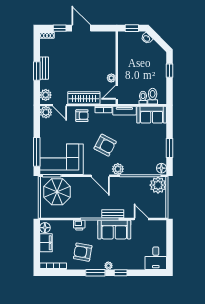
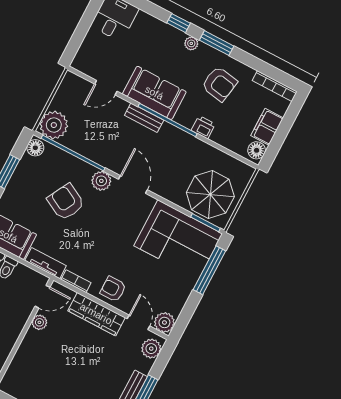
armchair: (105, 145) -> (66, 202), moved
door: (141, 219) -> (106, 88), hinge flipped

